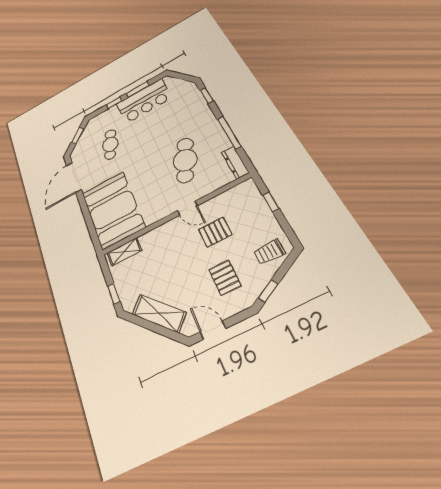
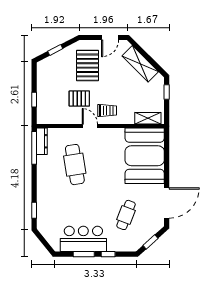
window: (229, 133) -> (34, 148), moved
cafe table: (185, 160) -> (75, 165), turned -33
trolley: (269, 252) -> (107, 111), moved
pallet: (225, 278) -> (88, 65), width x1.50, depth x1.42
window: (268, 291) -> (55, 50), moved
door: (213, 330) -> (110, 37), hinge flipped

